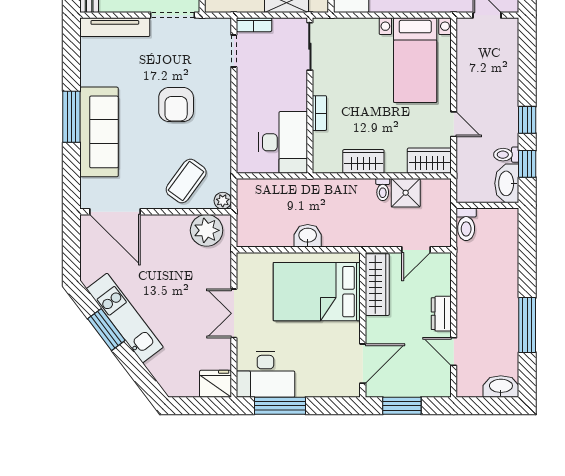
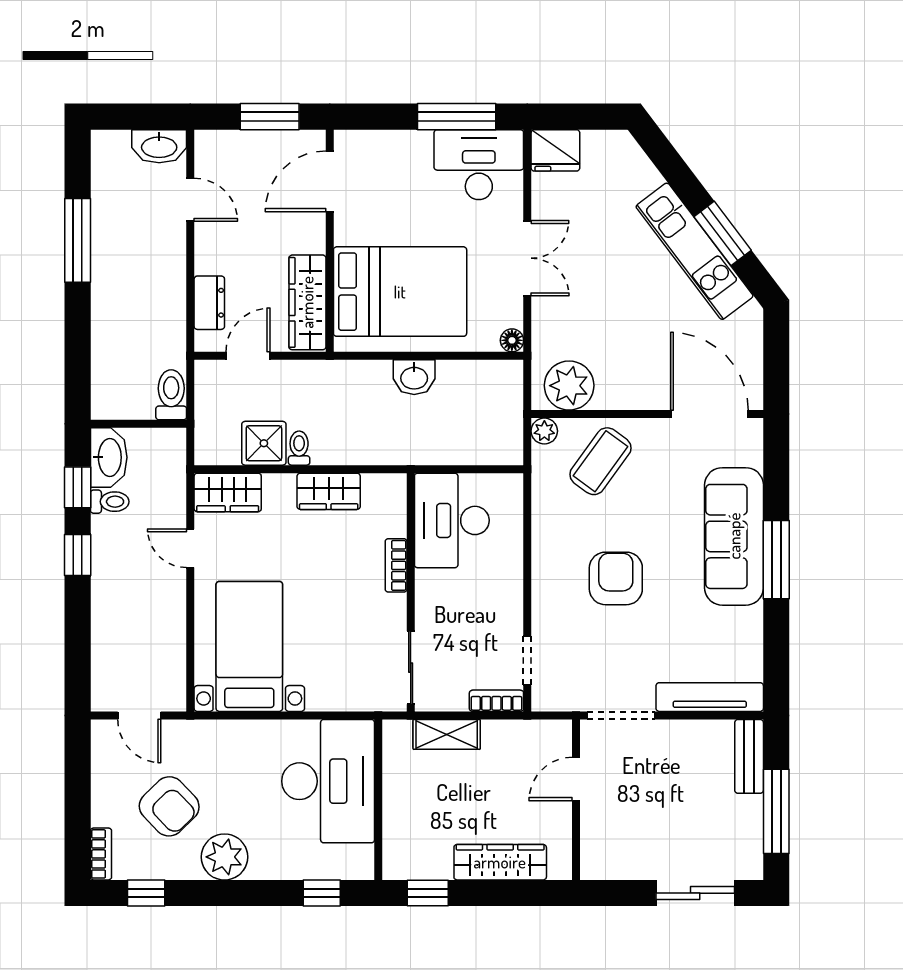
floor lamp: (244, 260) -> (512, 340), added
dresser: (441, 314) -> (209, 303), moved
washbasin: (501, 386) -> (159, 146), moved

